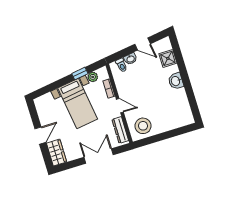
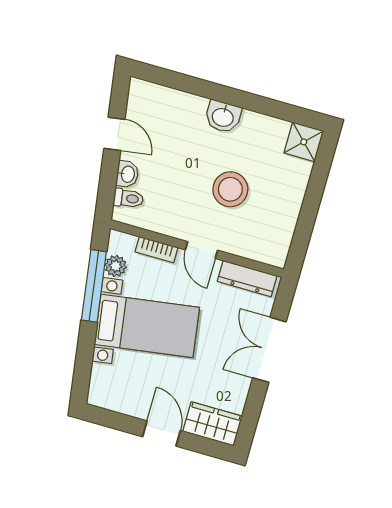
door: (143, 44) -> (114, 134), hinge flipped
shower: (168, 58) -> (304, 142), moved
window: (80, 74) -> (94, 286), width x2.17
door: (120, 106) -> (202, 250), swing flipped
stool: (143, 126) -> (230, 189), moved

